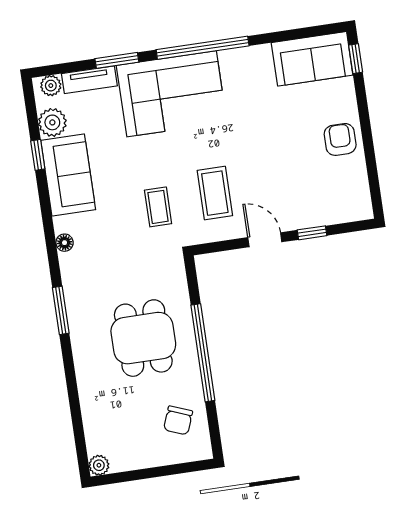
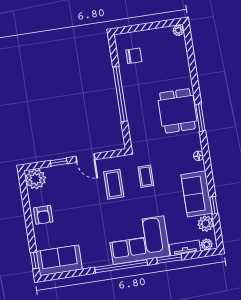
plant: (353, 203) -> (36, 179), added
dining table: (143, 338) -> (177, 111), moved
chair: (178, 420) -> (134, 56), turned 69

